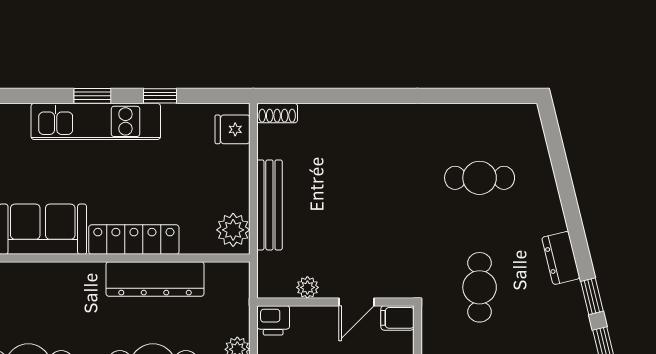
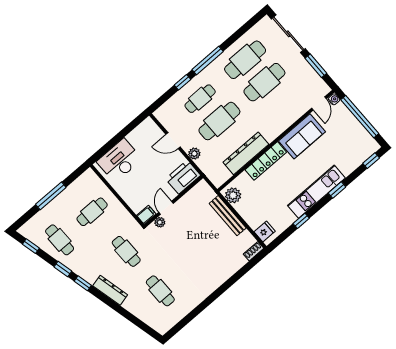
window: (92, 96) -> (337, 190), moved
cafe table: (480, 178) -> (160, 291), turned 90
dresser: (561, 258) -> (110, 290), width x1.44
plant: (307, 287) -> (160, 222), moved
printer: (273, 320) -> (183, 177), width x1.87, depth x1.48

